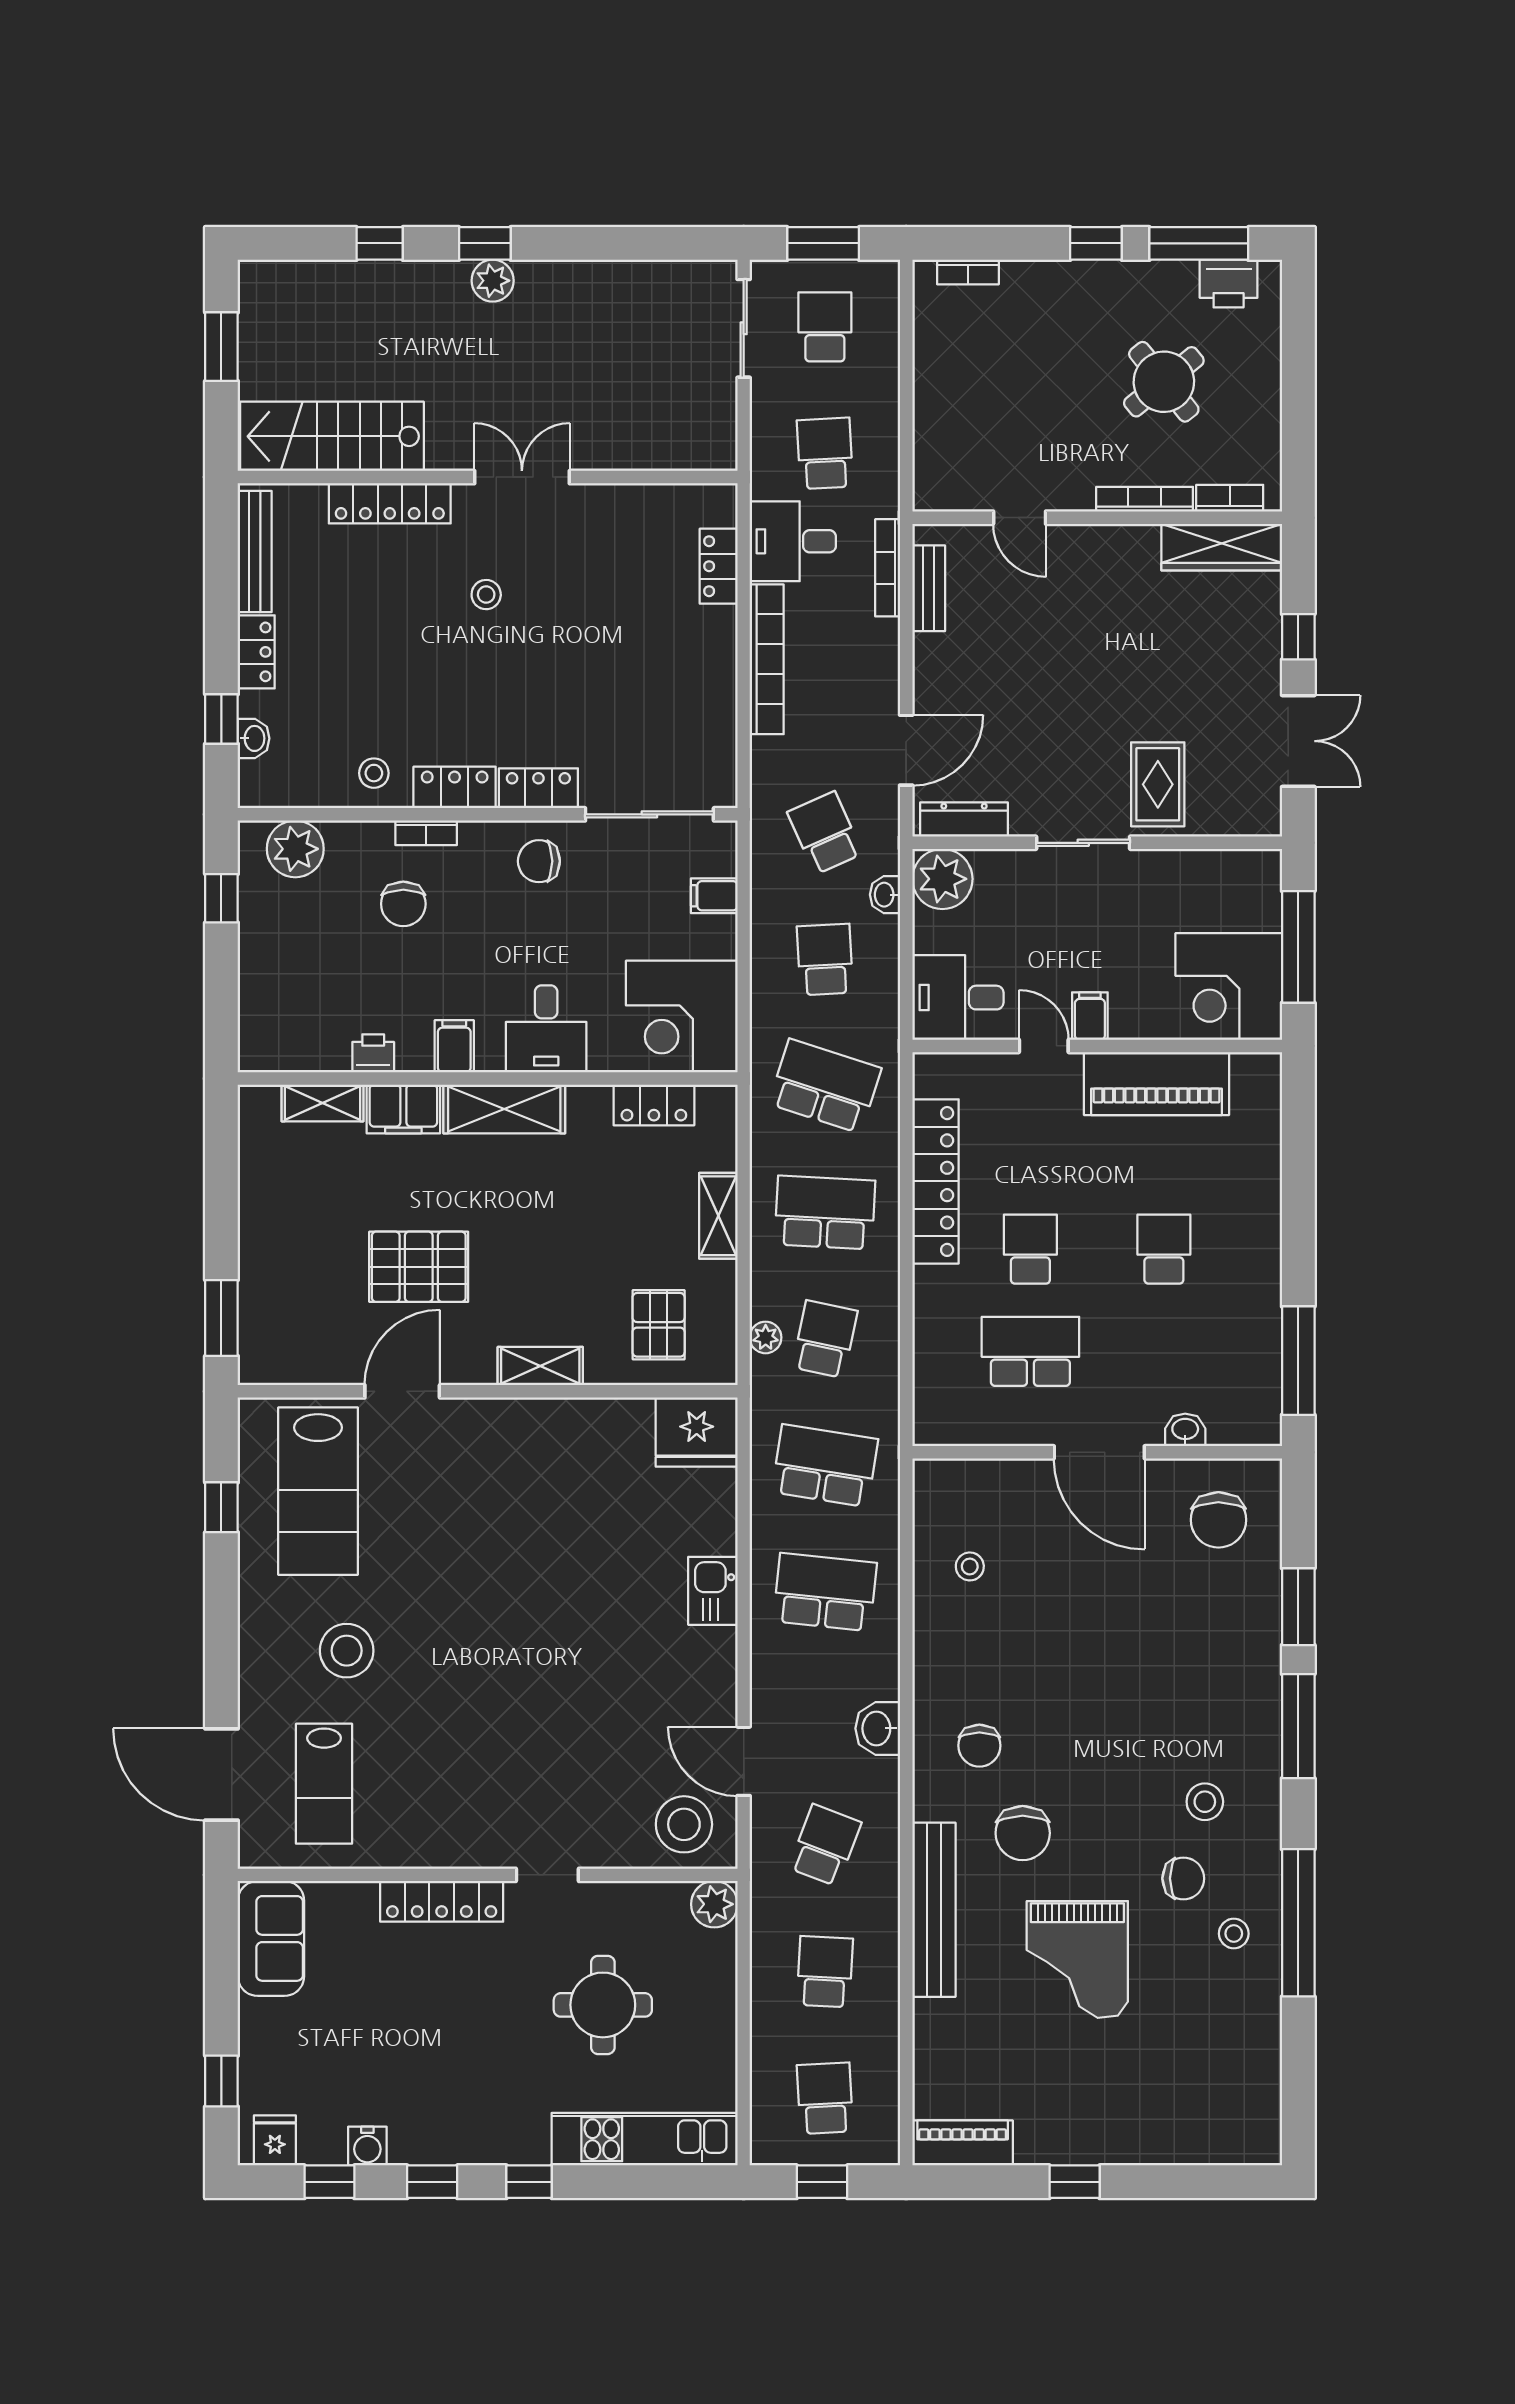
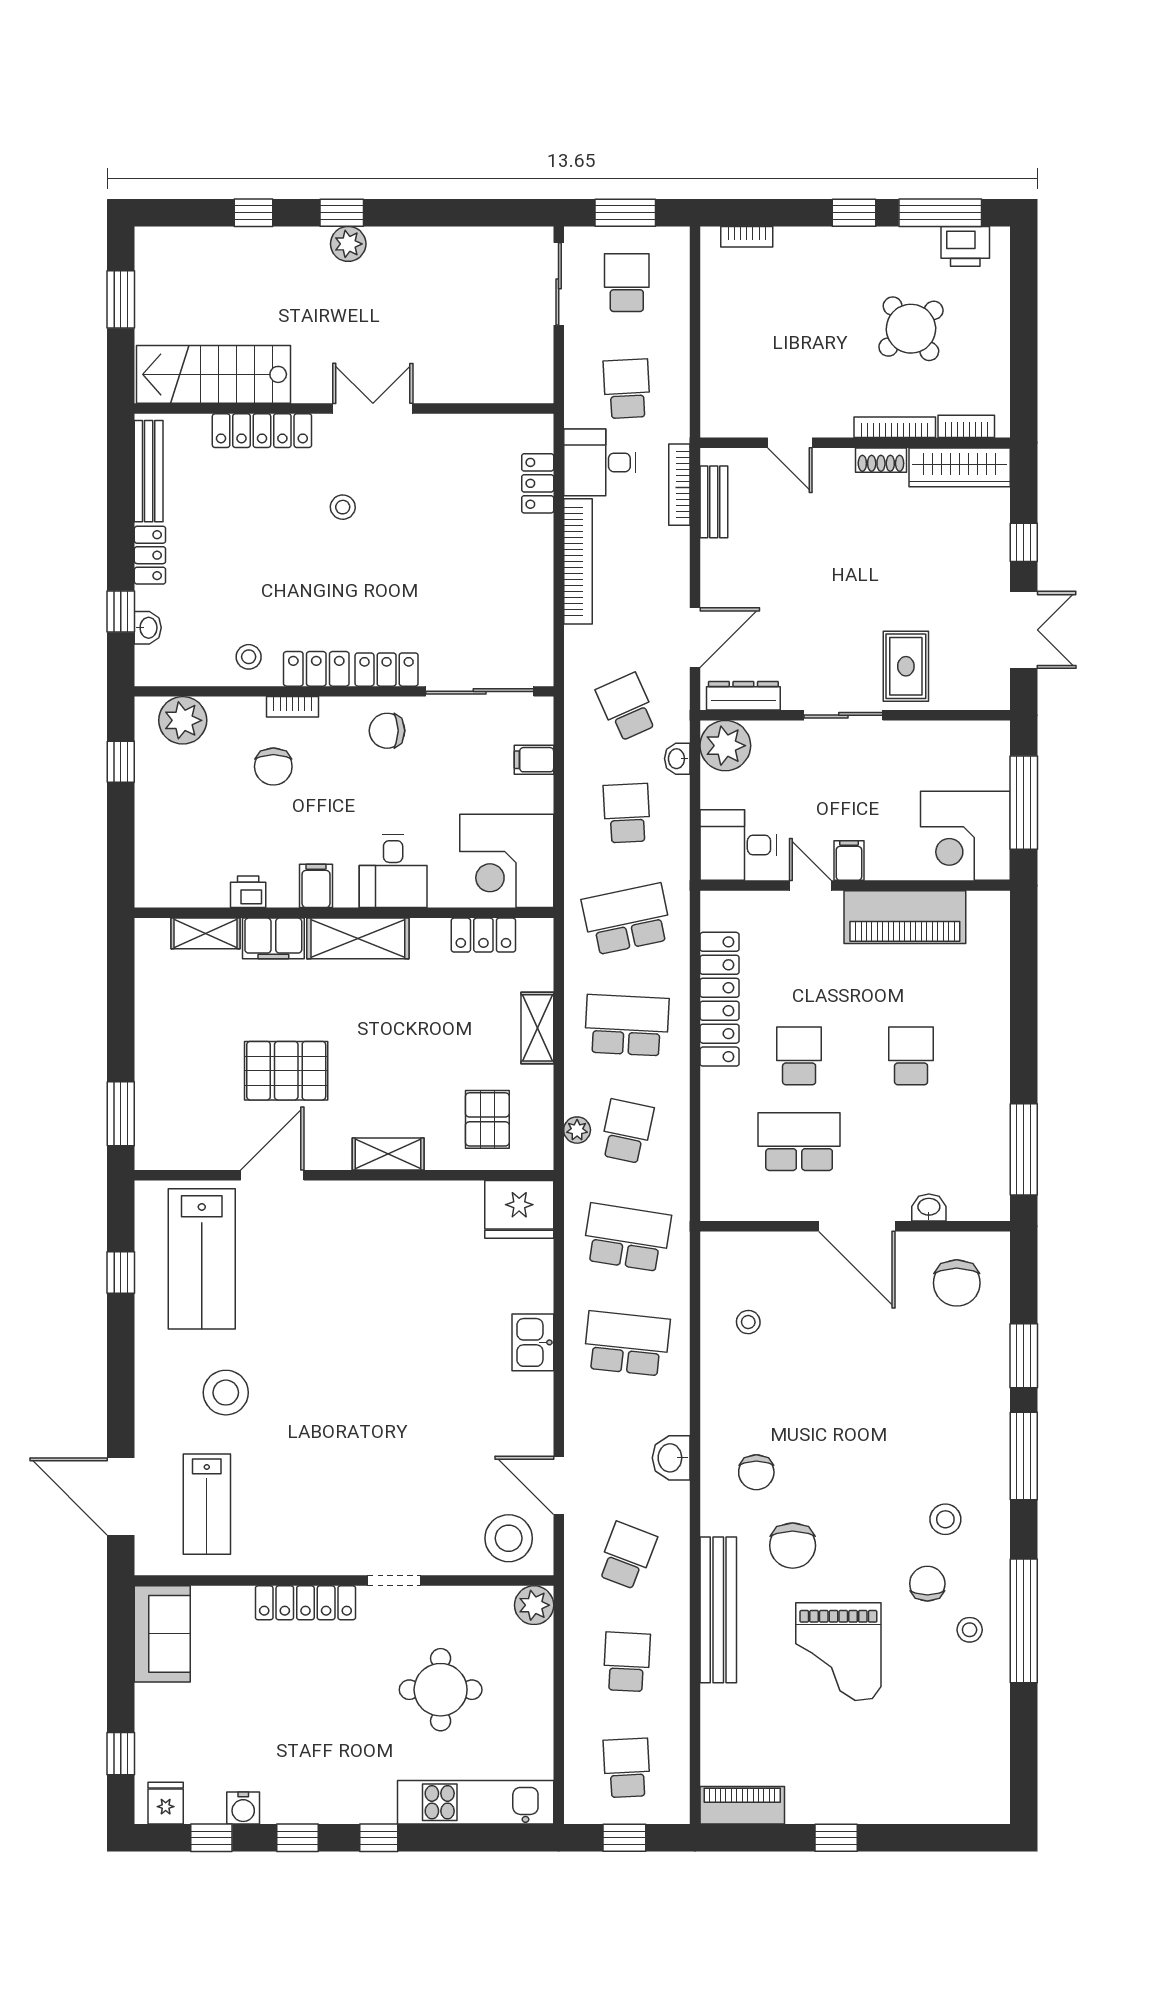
shoe rack: (1128, 538) -> (881, 460), added
school desk: (825, 1086) -> (627, 919), turned -30
chair: (1183, 1878) -> (927, 1584), turned -90

